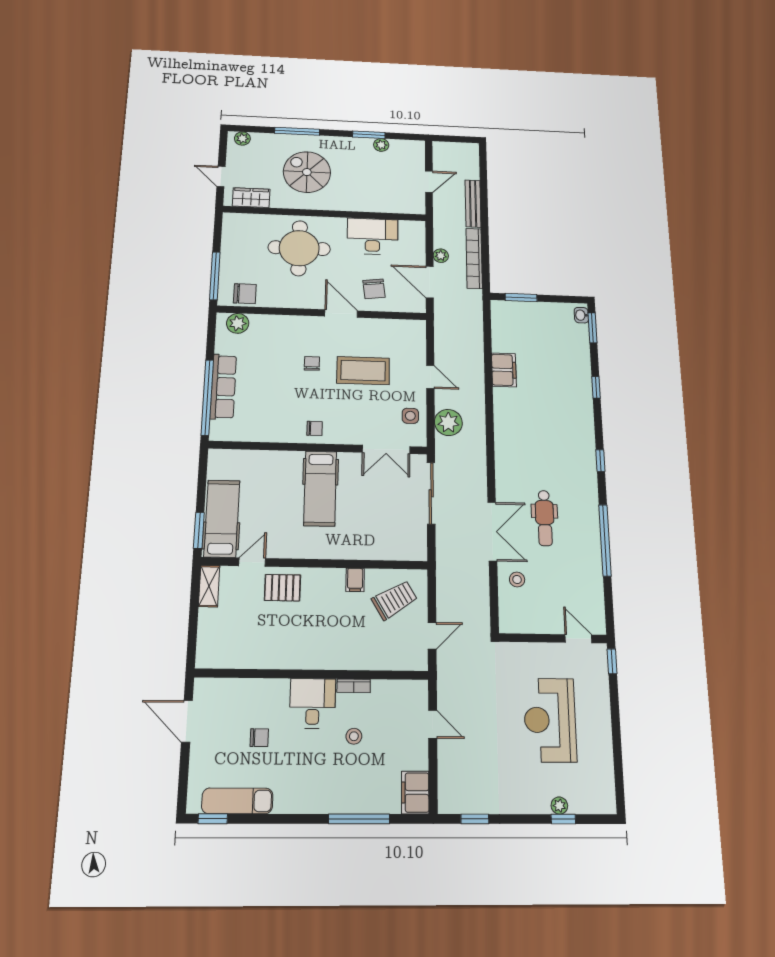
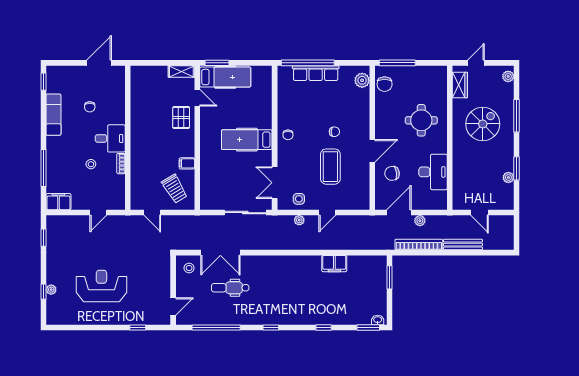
round table: (299, 248) -> (421, 120), width x0.73, depth x0.73
plant: (448, 422) -> (299, 220), width x0.53, depth x0.53
wall: (553, 638) -> (173, 290), moved
door: (578, 639) -> (173, 306), moved
exam couch: (237, 801) -> (53, 115), moved

